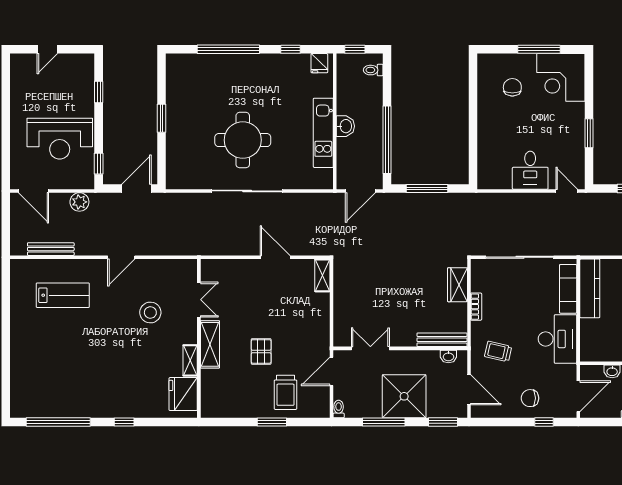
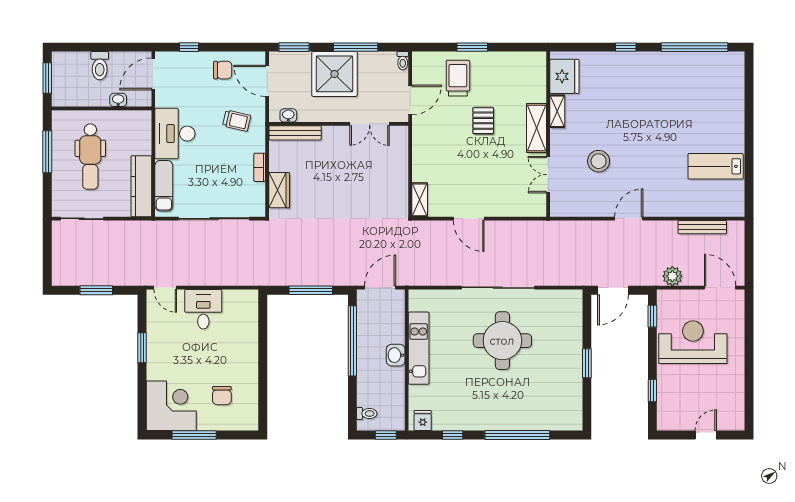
lab bench: (63, 295) -> (716, 166), moved
chair: (530, 398) -> (223, 70), moved

